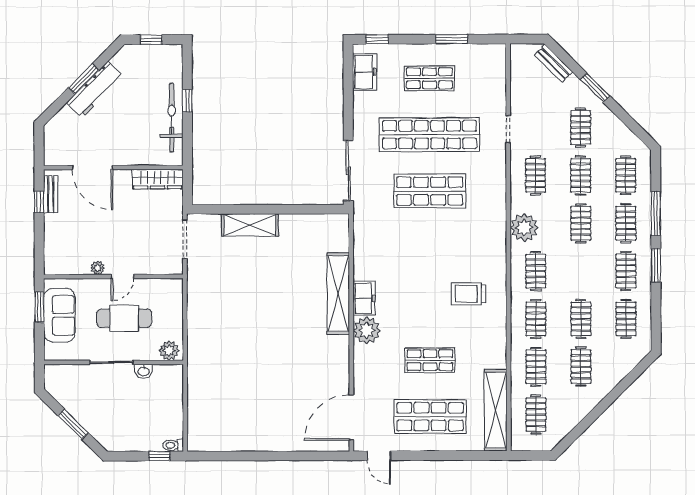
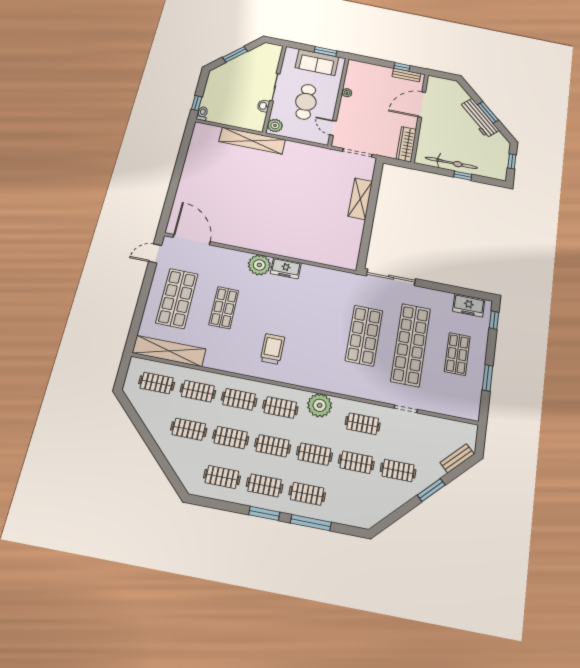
clothes rail: (626, 175) -> (273, 446), moved
door: (122, 277) -> (333, 128), moved
shelving: (338, 294) -> (252, 141), moved

